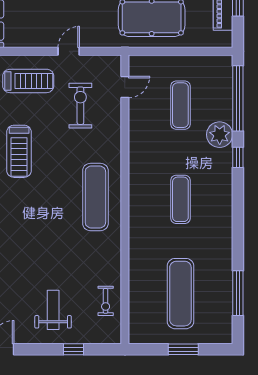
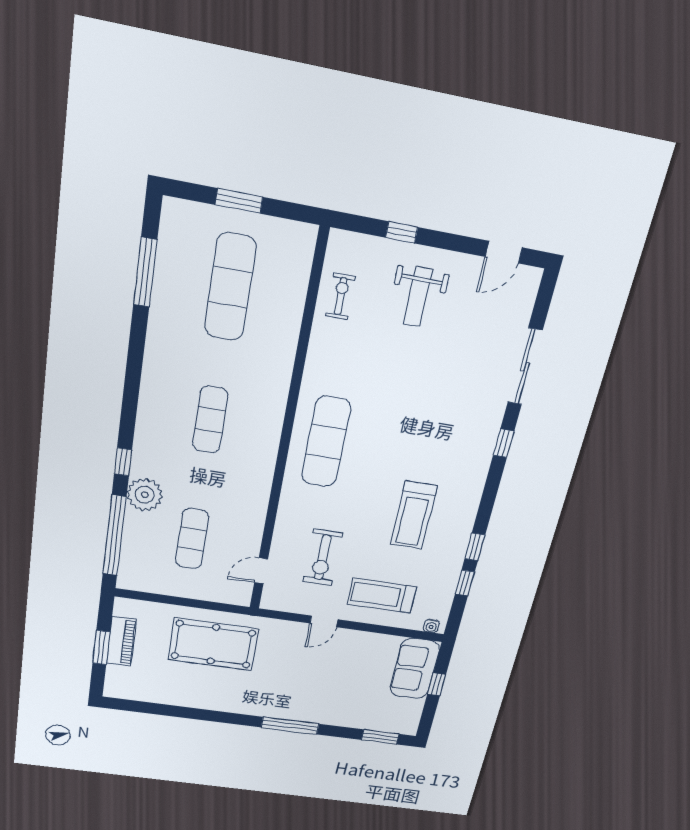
treadmill: (19, 151) -> (414, 515), turned 180

